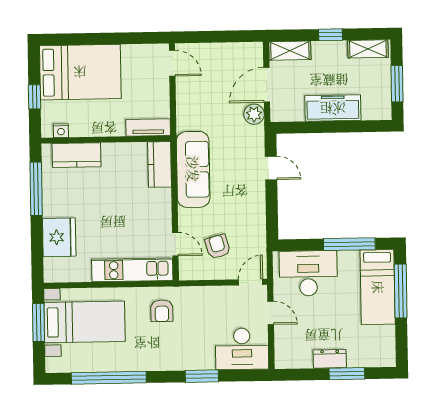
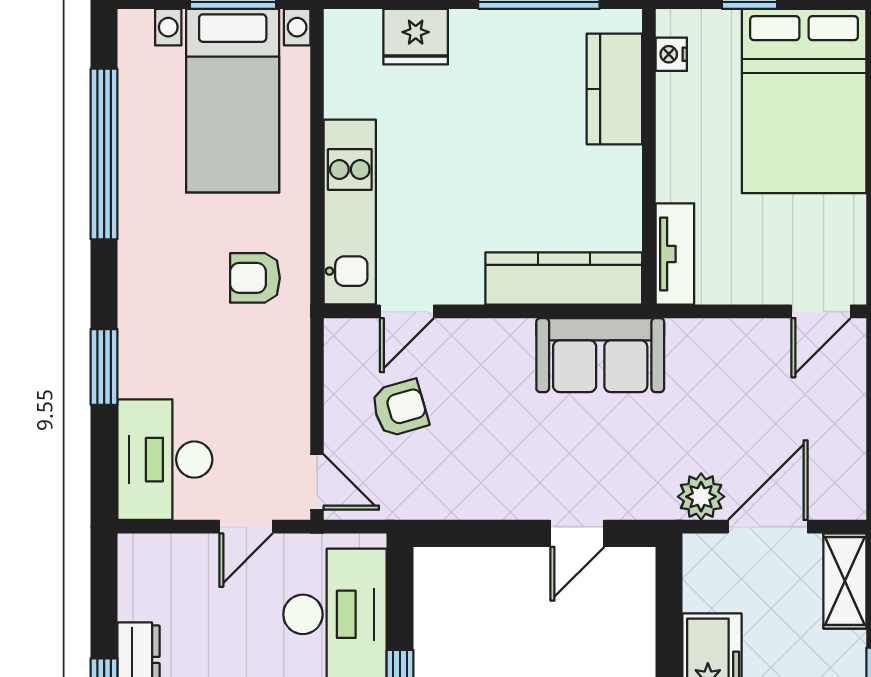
door: (267, 85) -> (768, 527), hinge flipped
kitchen counter: (160, 164) -> (564, 279), width x1.50
sofa: (193, 169) -> (600, 355), width x0.73
fridge: (59, 237) -> (416, 37), width x0.73, depth x0.75

